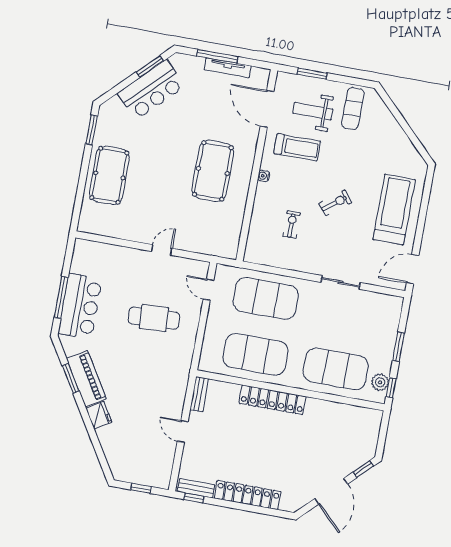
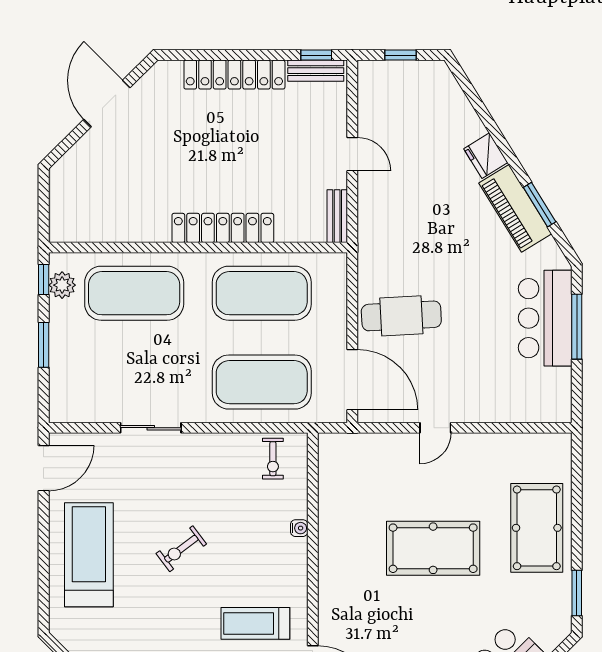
pool table: (213, 171) -> (433, 548), moved, turned 90
water cooler: (264, 176) -> (299, 528), moved
treadmill: (394, 210) -> (89, 555), turned 180
exercise bike: (291, 224) -> (273, 459), moved
door: (208, 290) -> (352, 380), width x1.88
cafe table: (154, 318) -> (401, 316), moved
window: (363, 469) -> (64, 147), removed

